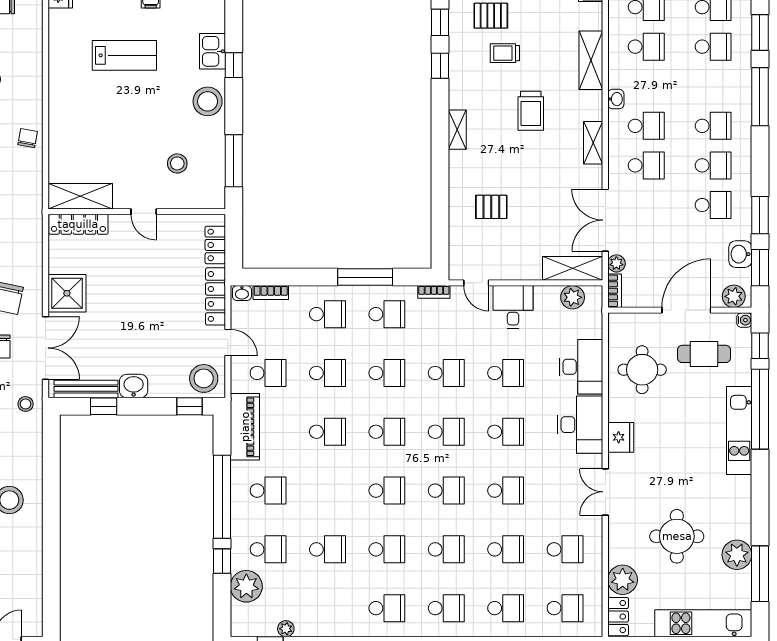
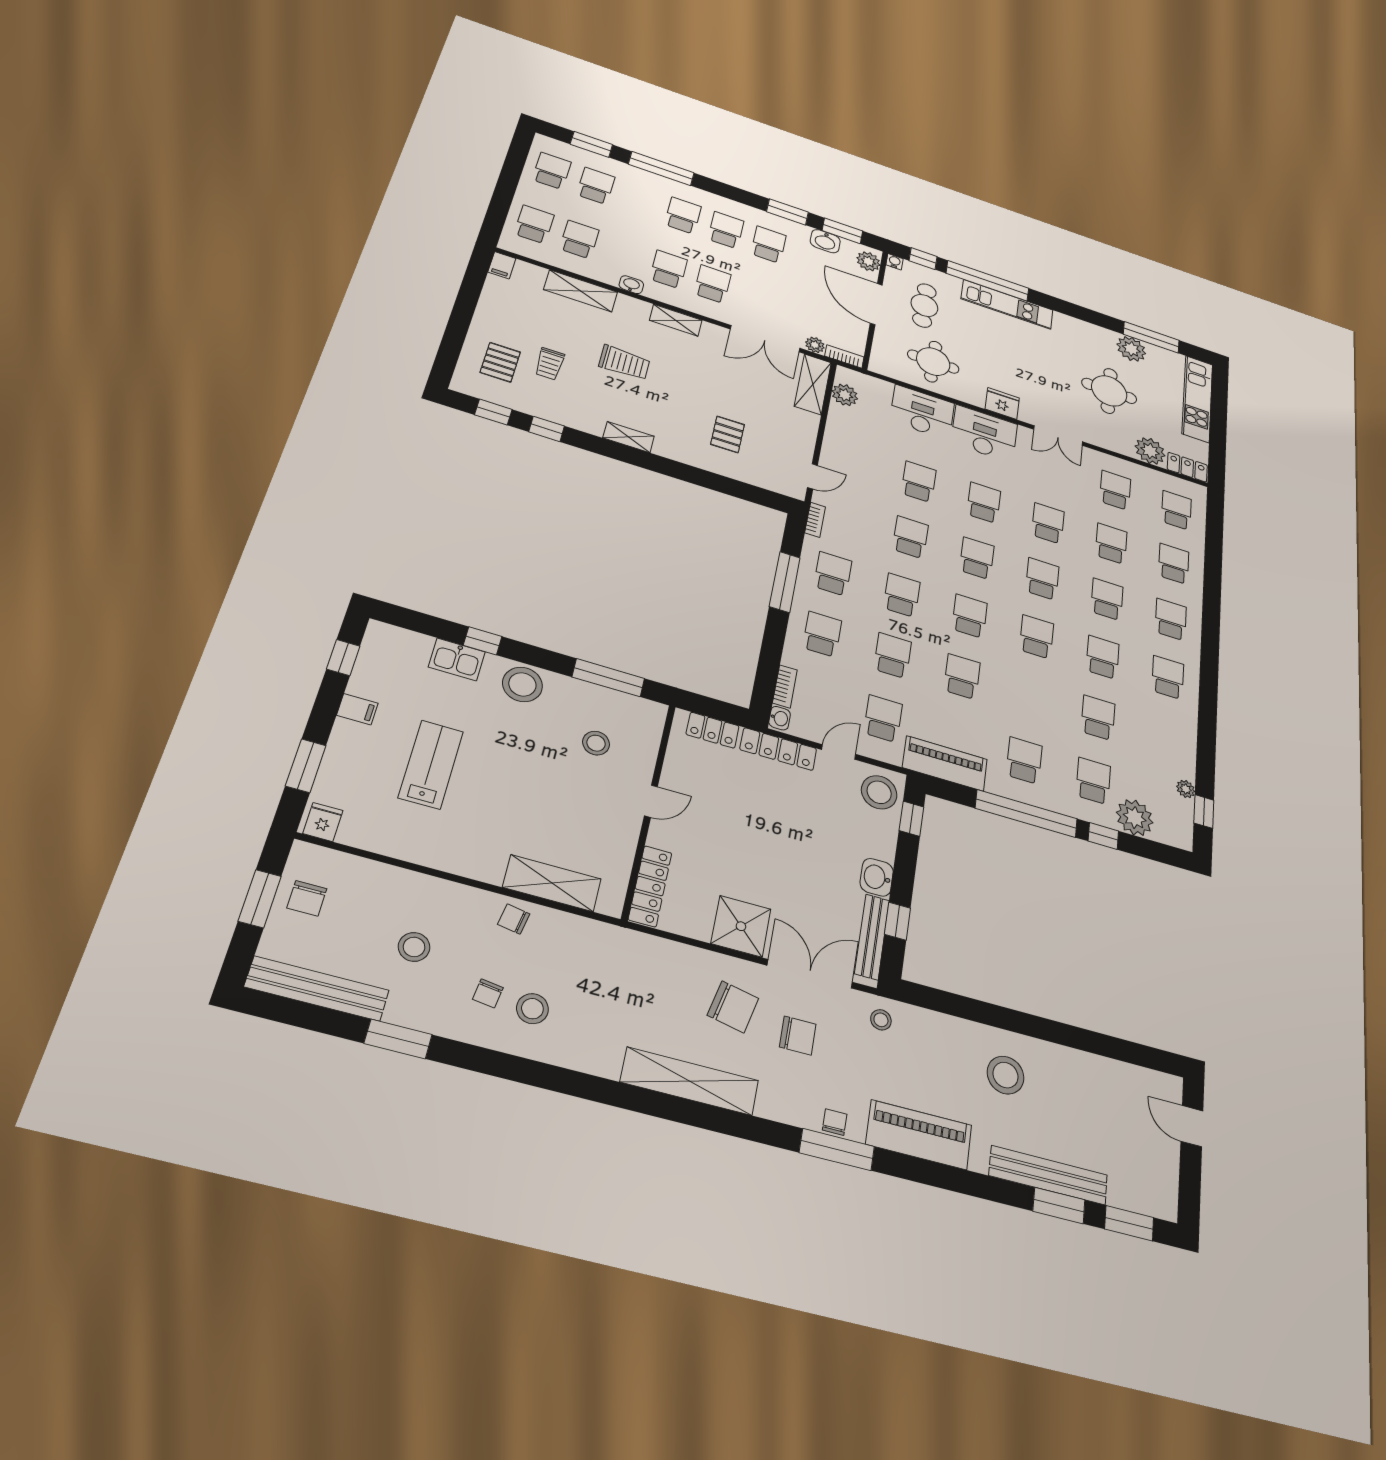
shelving: (80, 196) -> (552, 883), moved, turned 90
desk: (513, 307) -> (846, 451), removed

